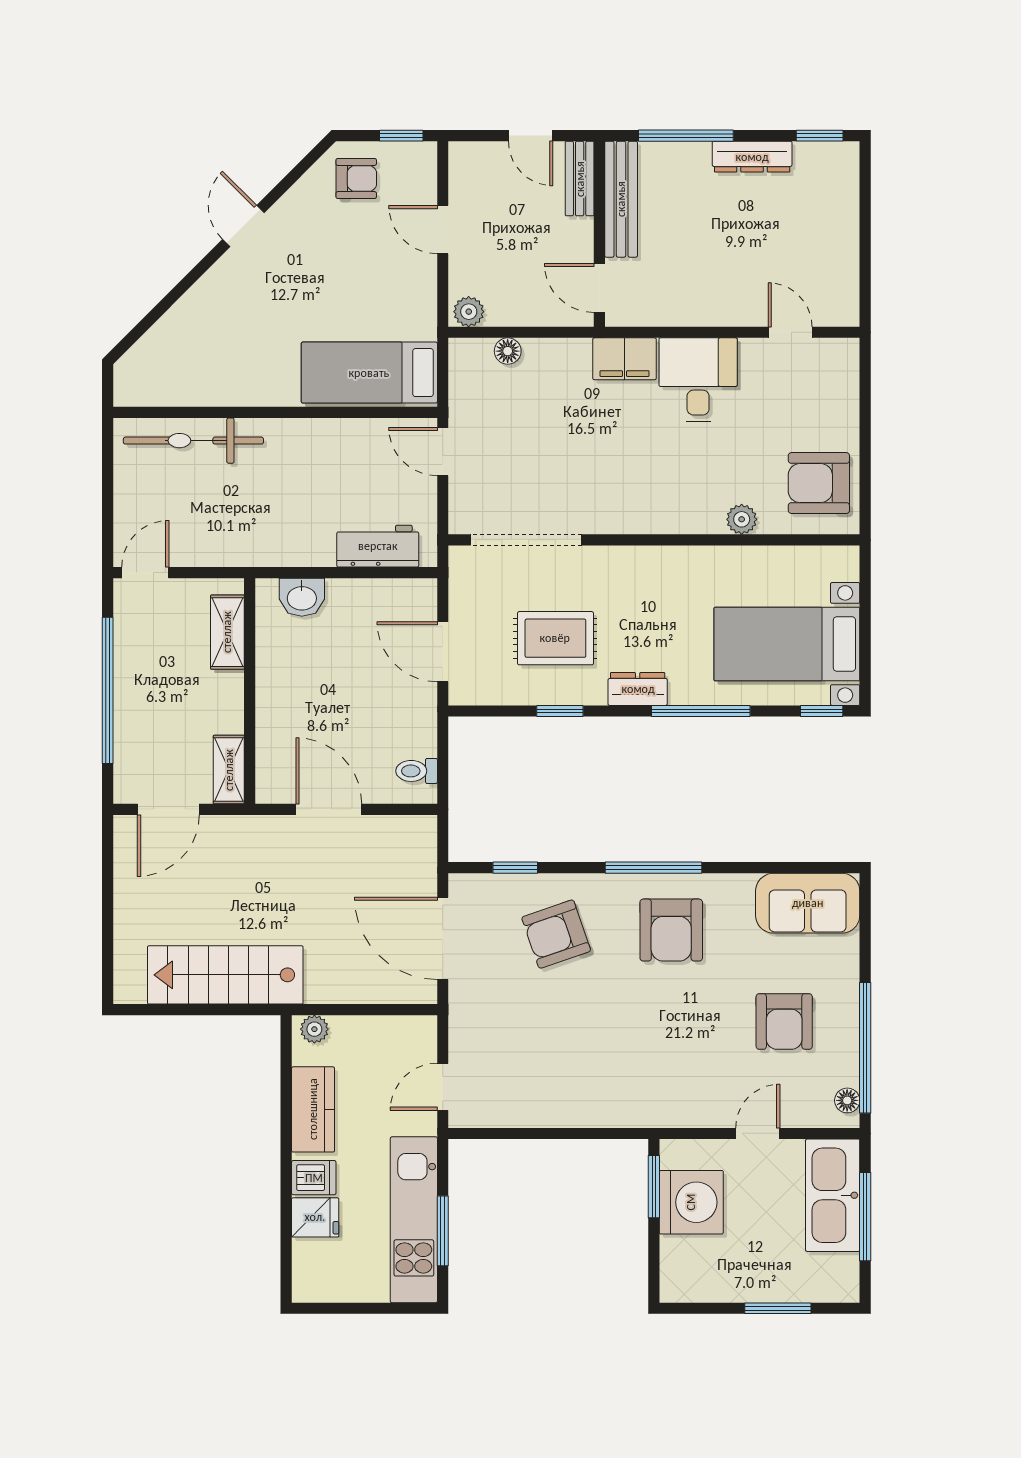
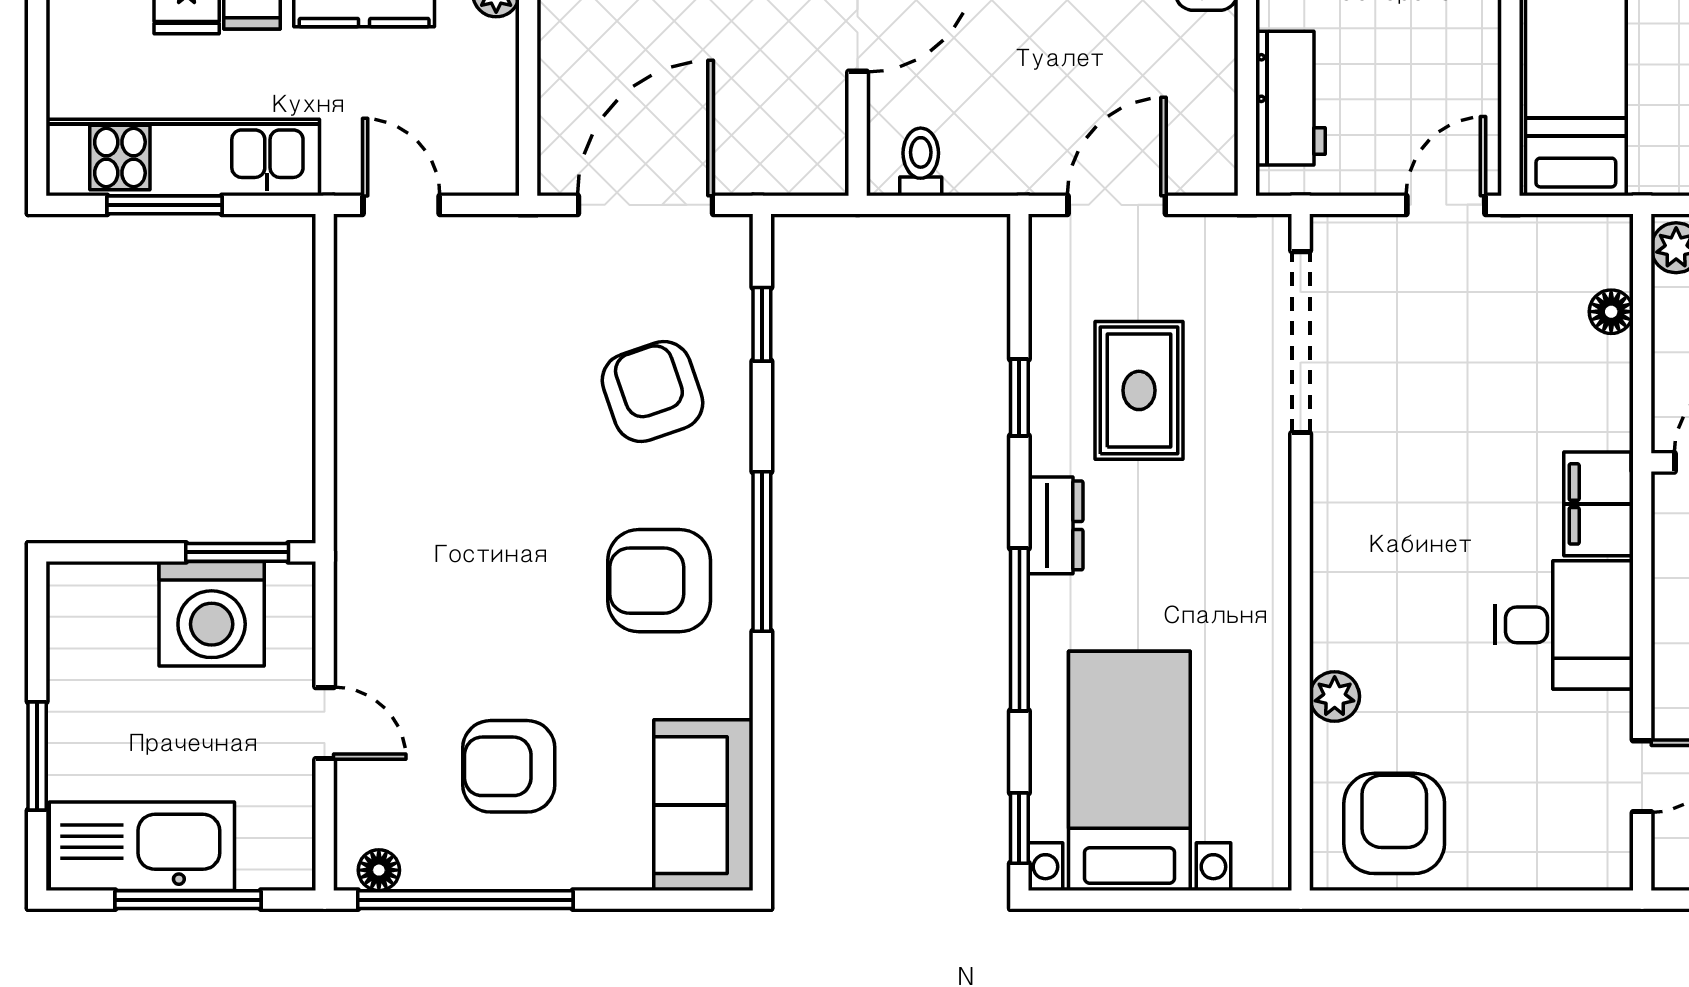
kitchen sink: (833, 1195) -> (142, 846), moved

